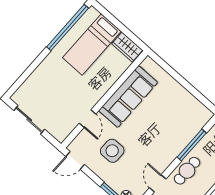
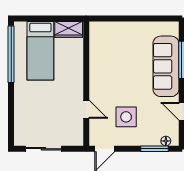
sofa: (128, 97) -> (166, 66), moved, turned 180

